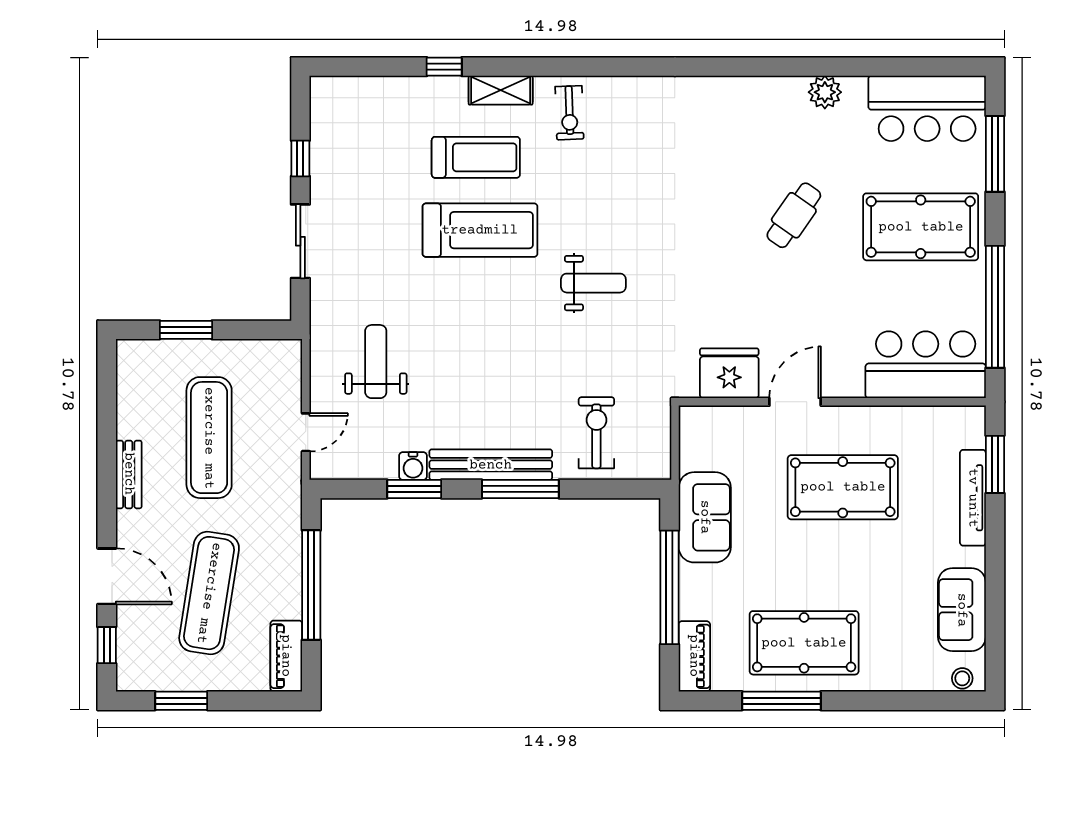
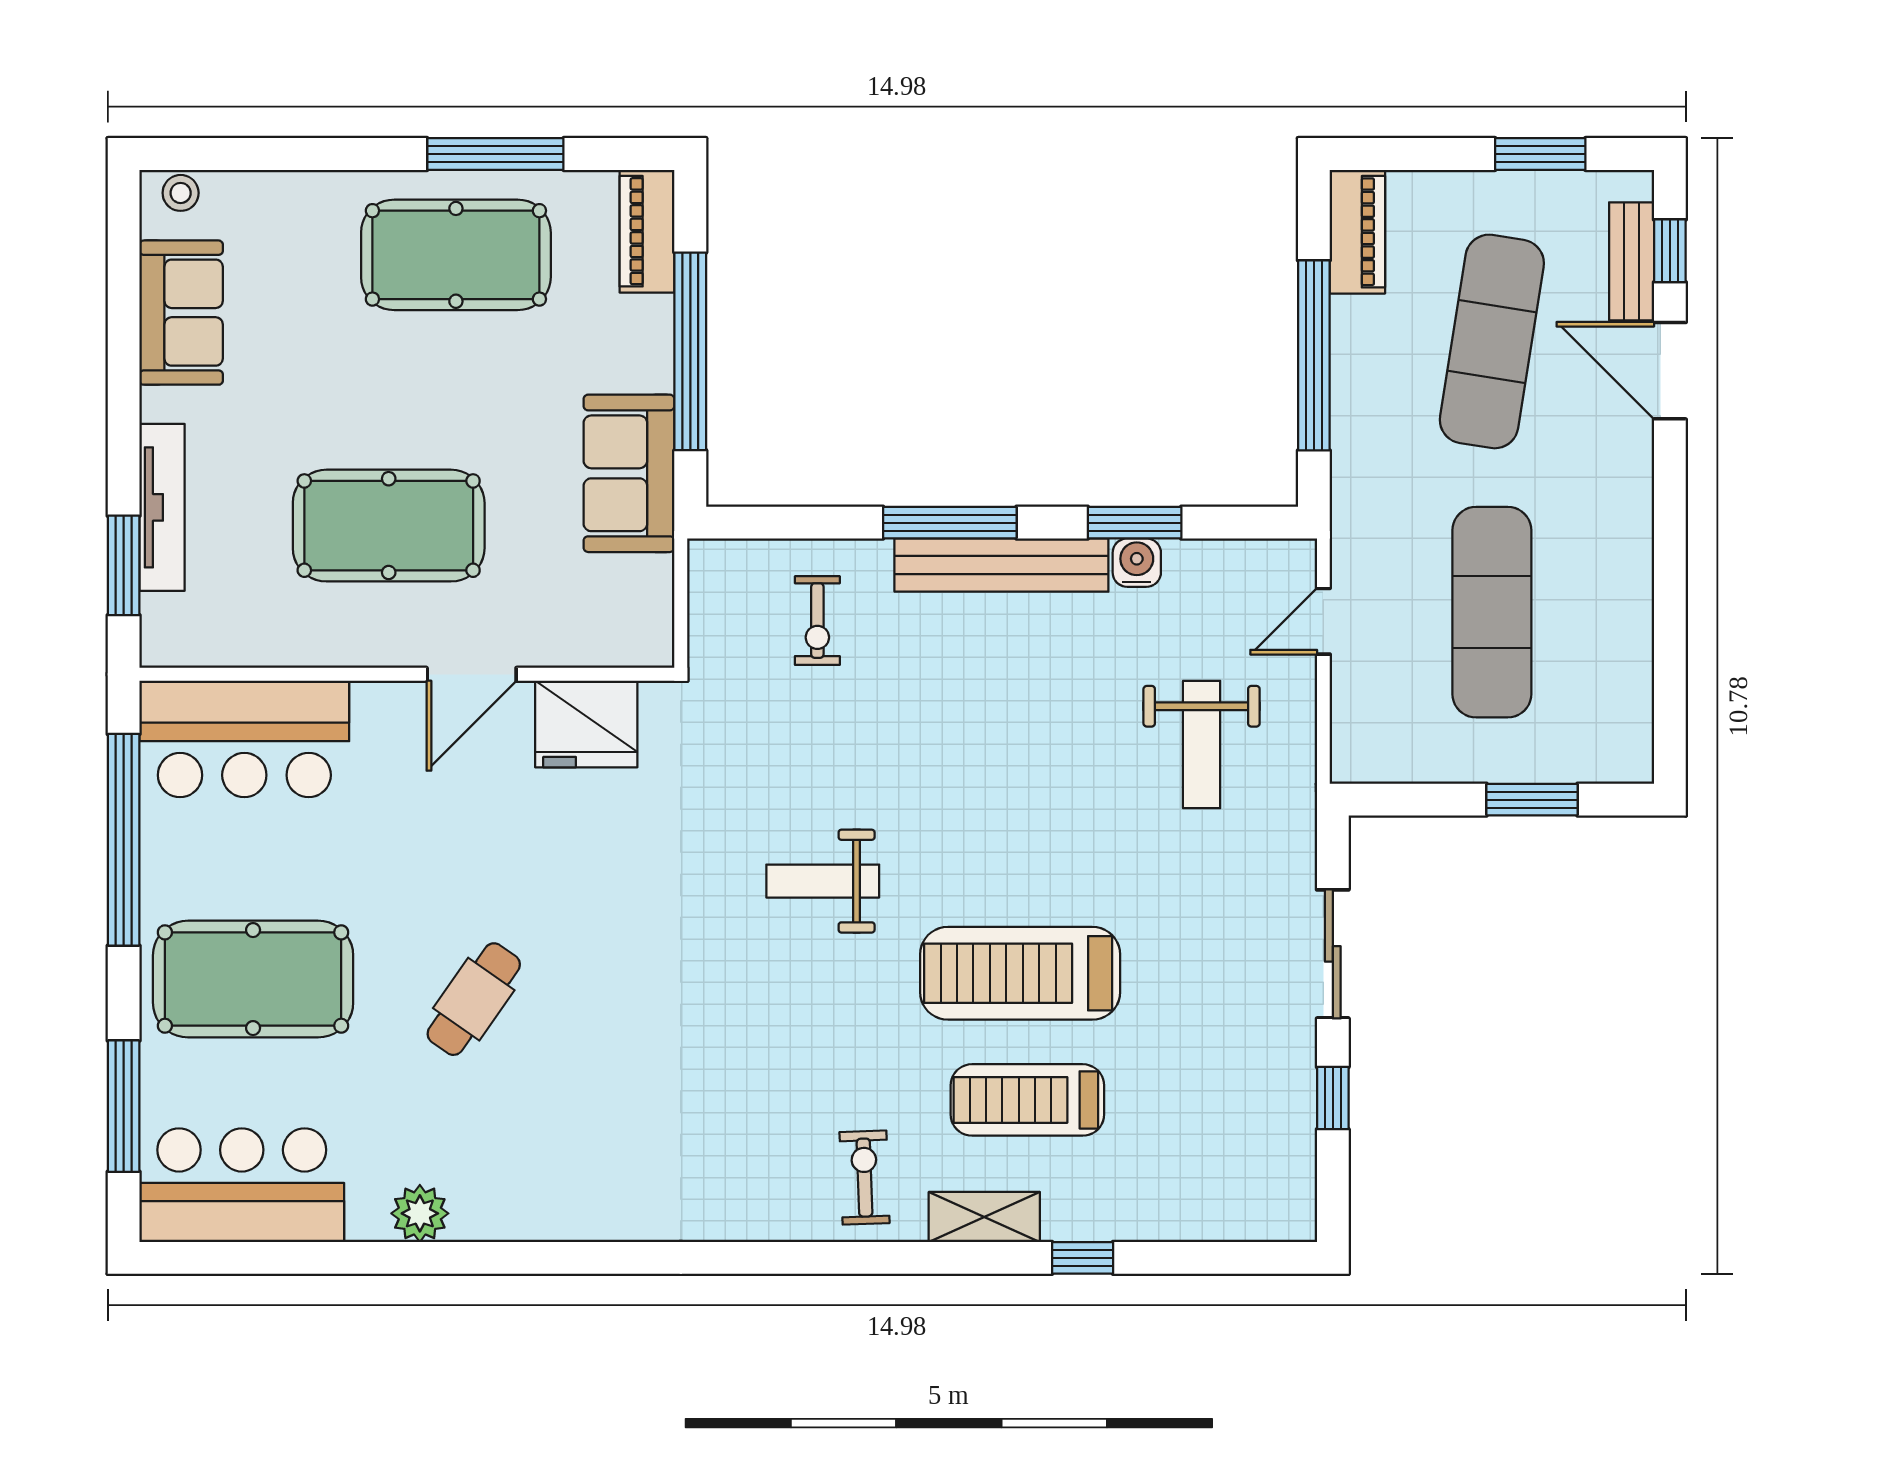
exercise bike: (596, 433) -> (817, 621), width x0.73, depth x0.72
bench: (129, 474) -> (1632, 261), moved

